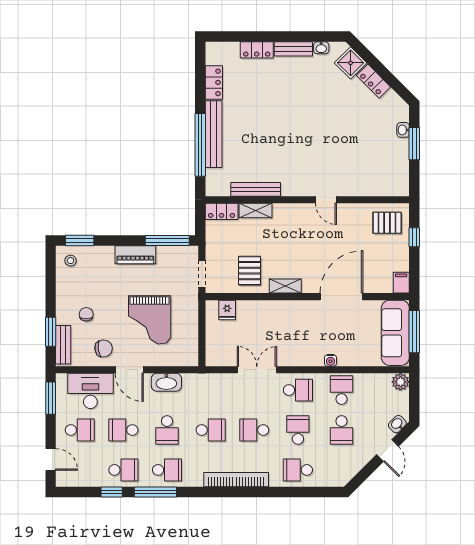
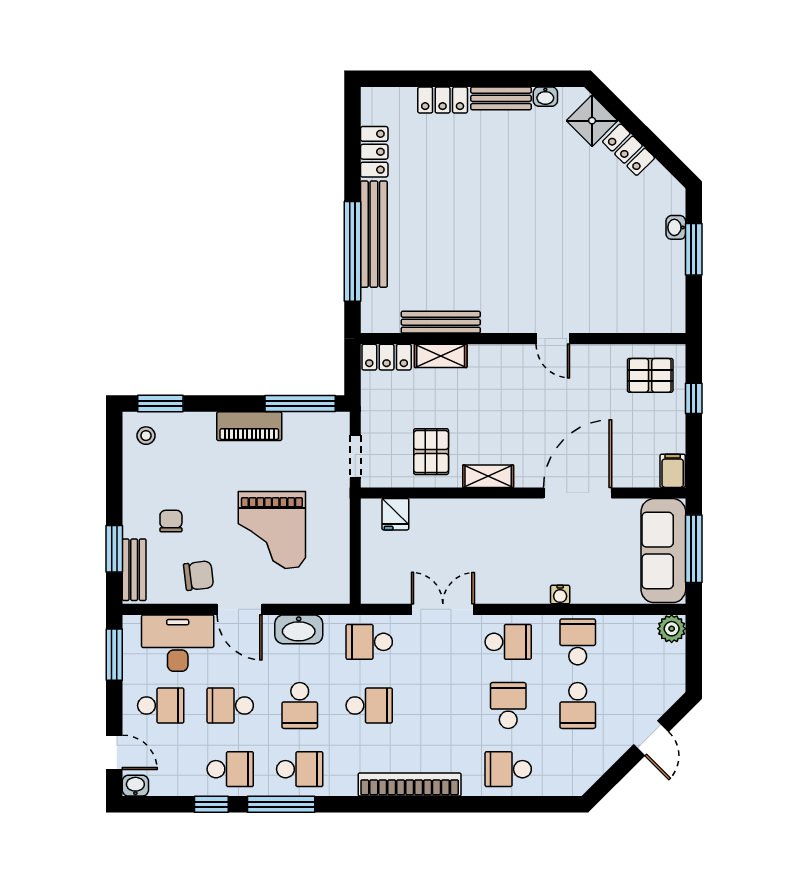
washbasin: (397, 424) -> (135, 786), moved, turned 45
school desk: (254, 430) -> (369, 642), moved

